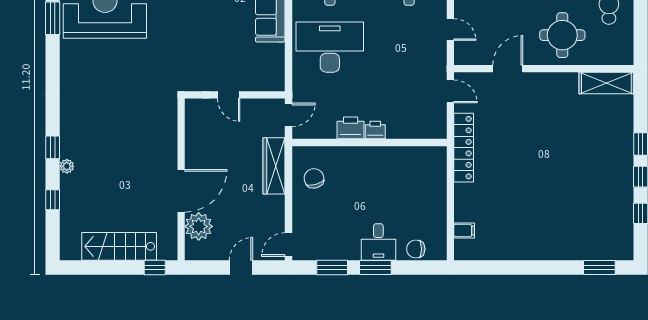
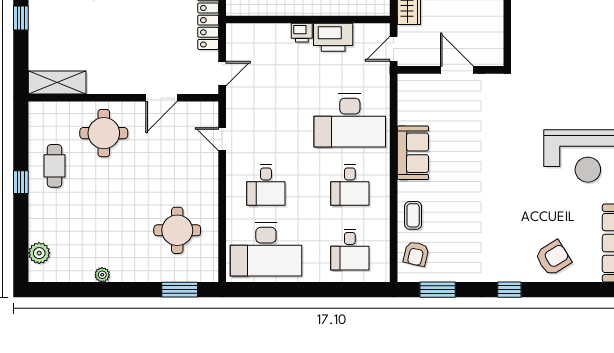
door: (450, 91) -> (222, 74), swing flipped
door: (229, 95) -> (457, 70), width x1.38
printer: (351, 128) -> (333, 37), width x1.37, depth x1.19

